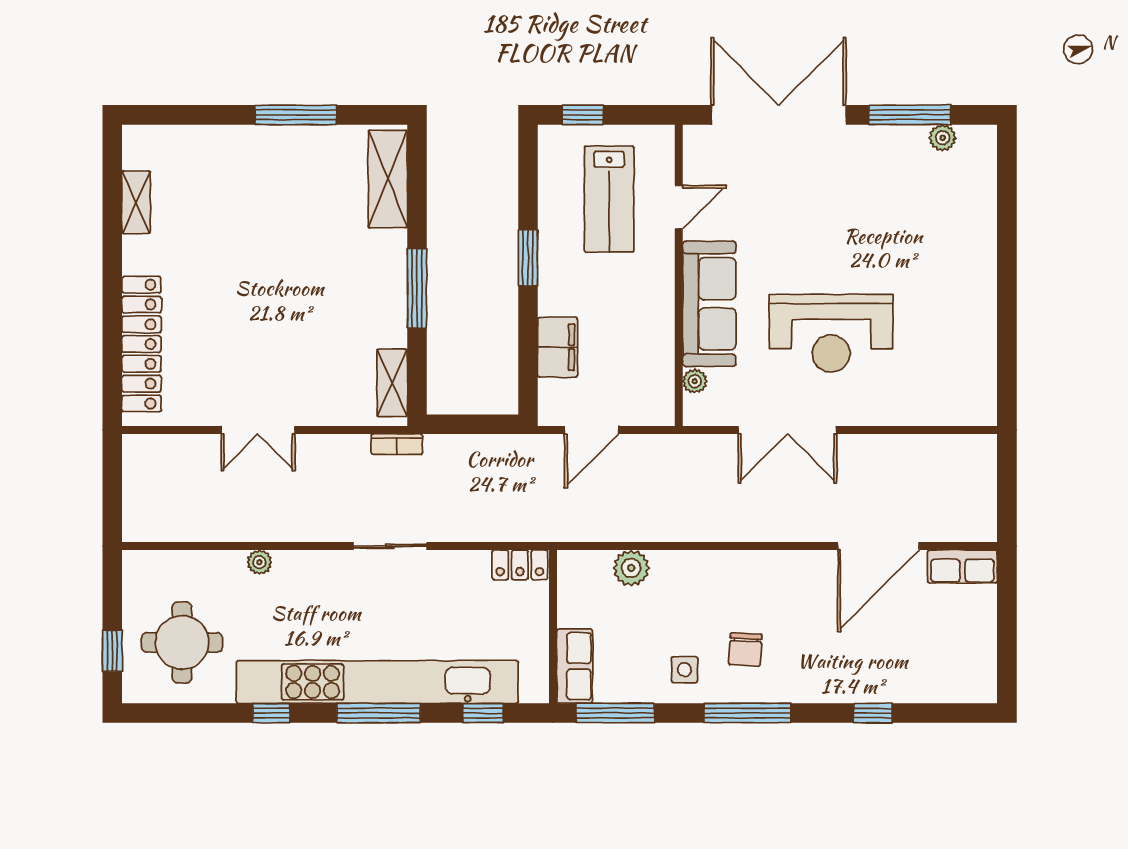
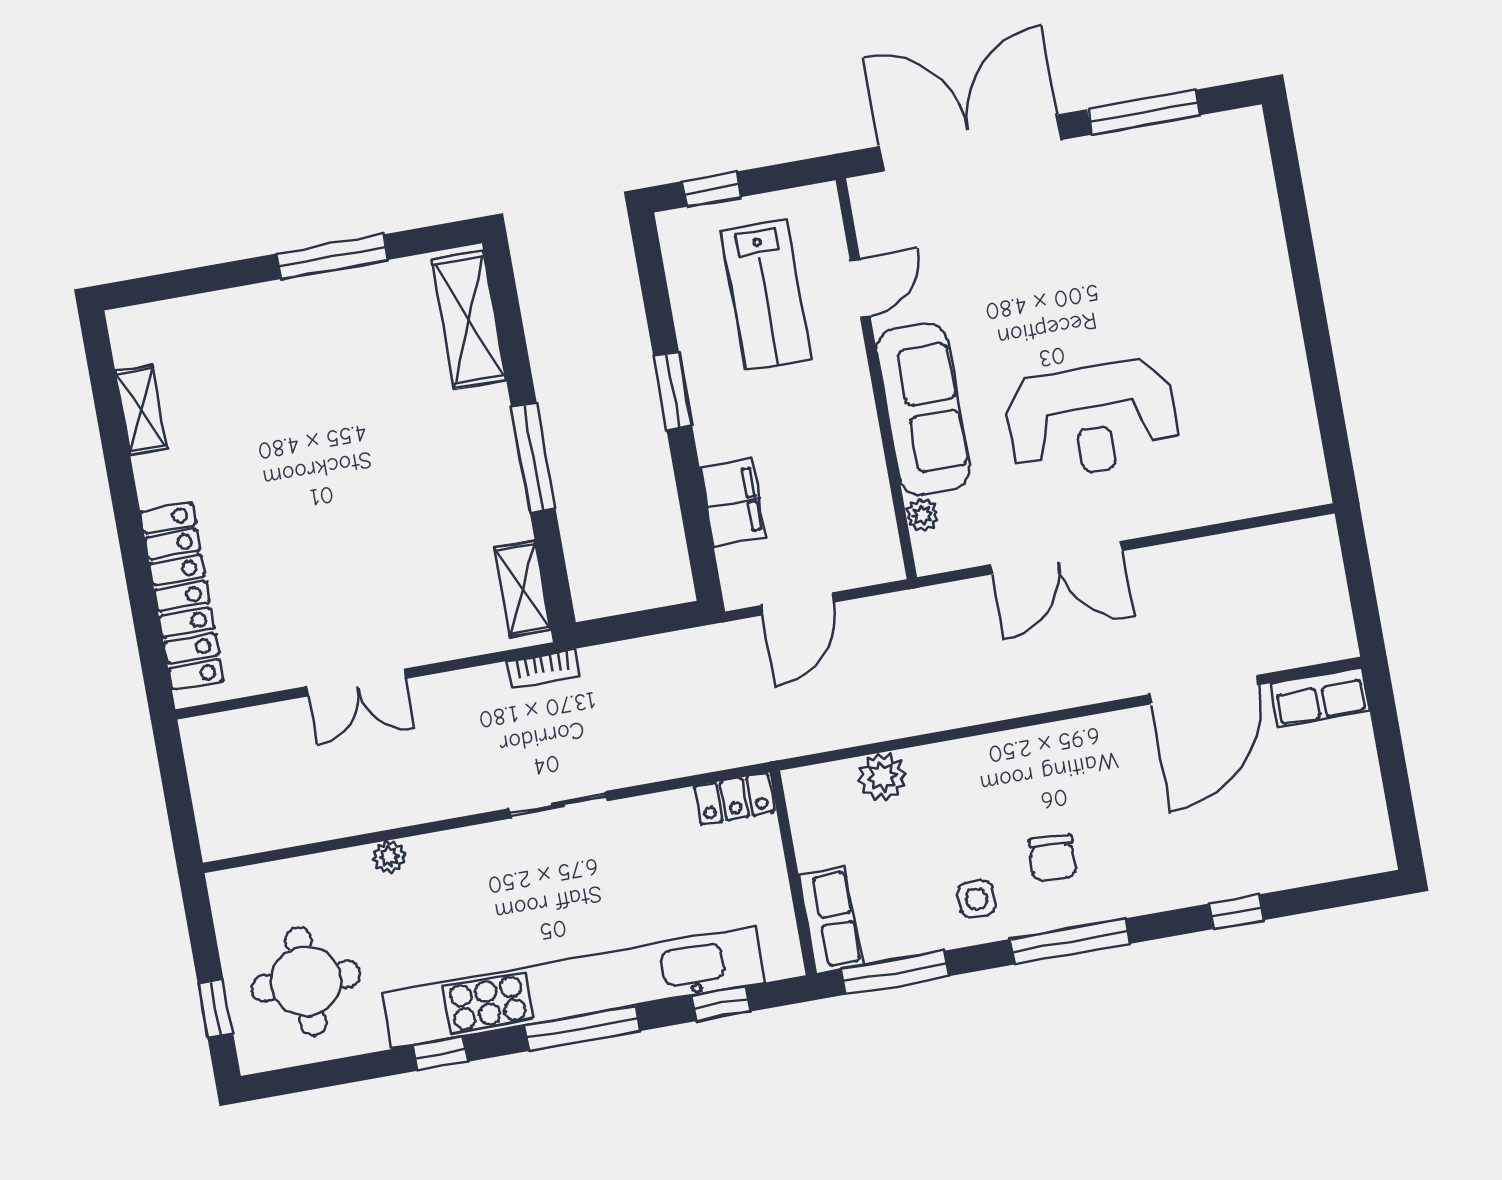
plant: (943, 138) -> (1193, 135), removed

